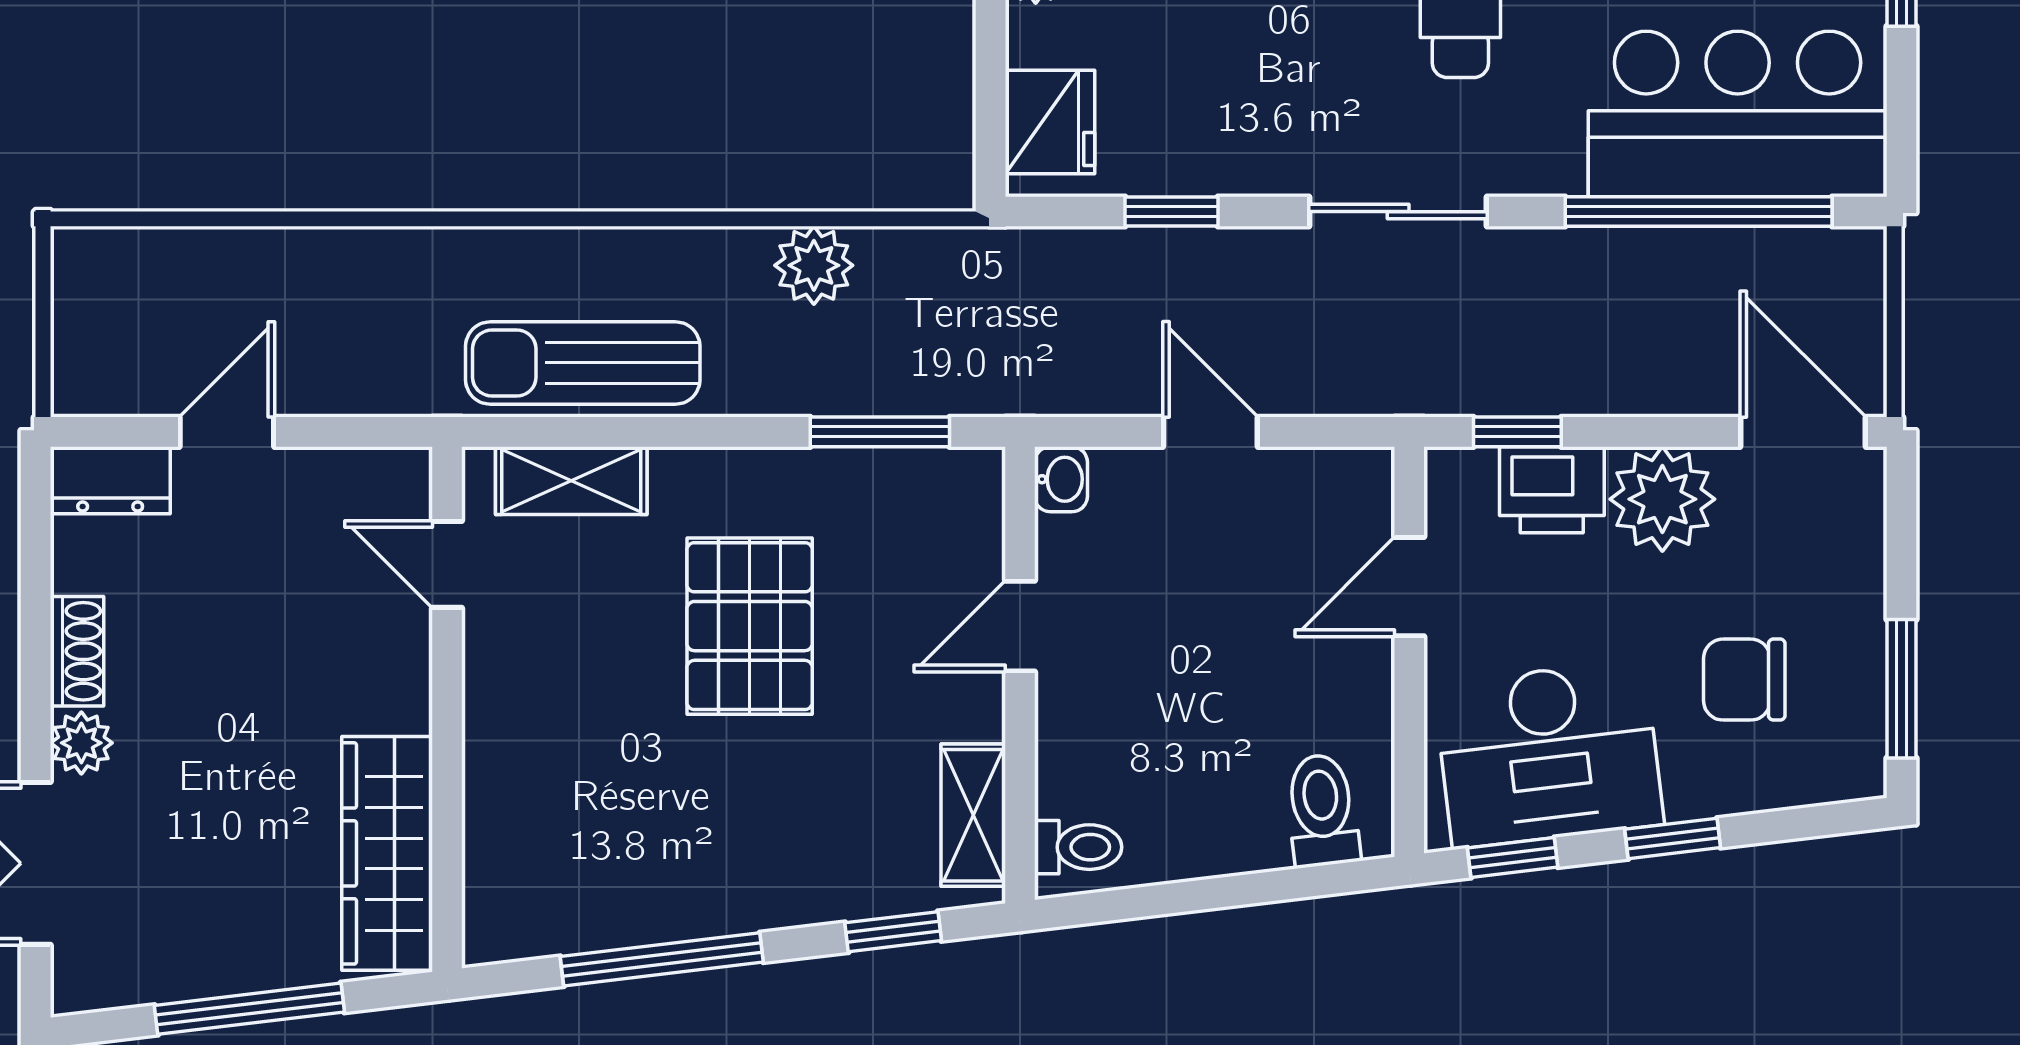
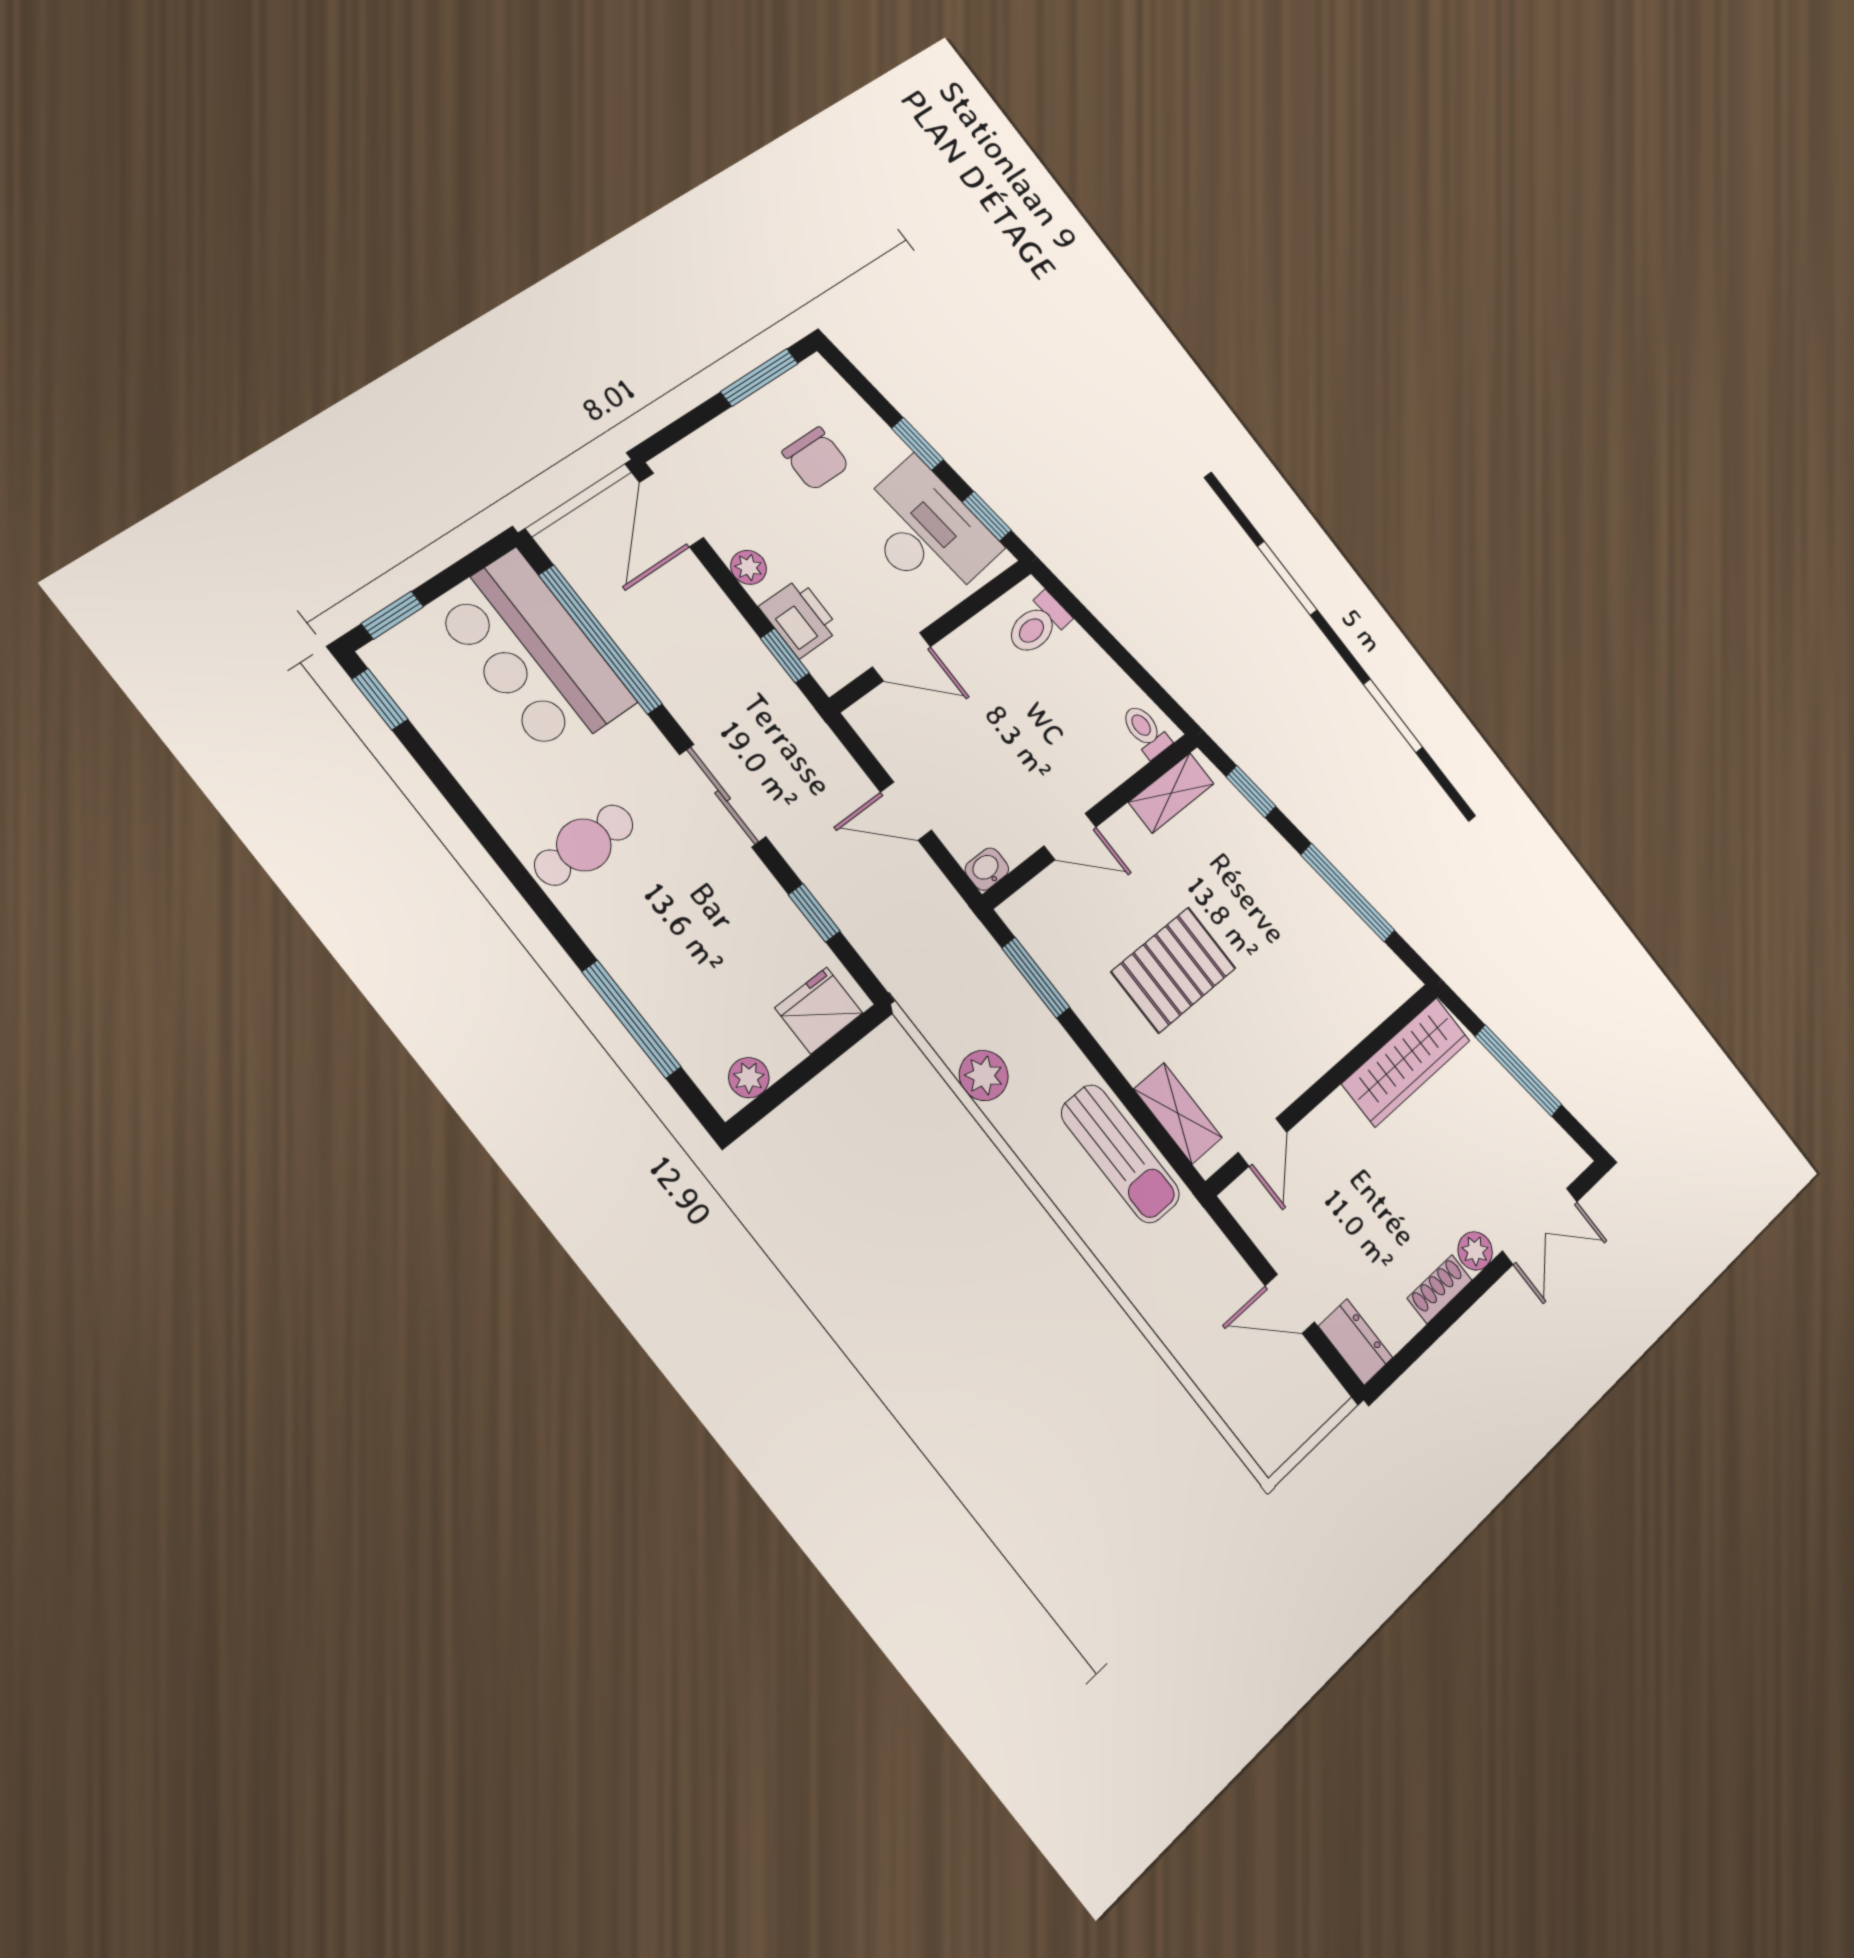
door: (1210, 432) -> (906, 811), hinge flipped
plant: (1662, 499) -> (749, 567), width x0.53, depth x0.53

